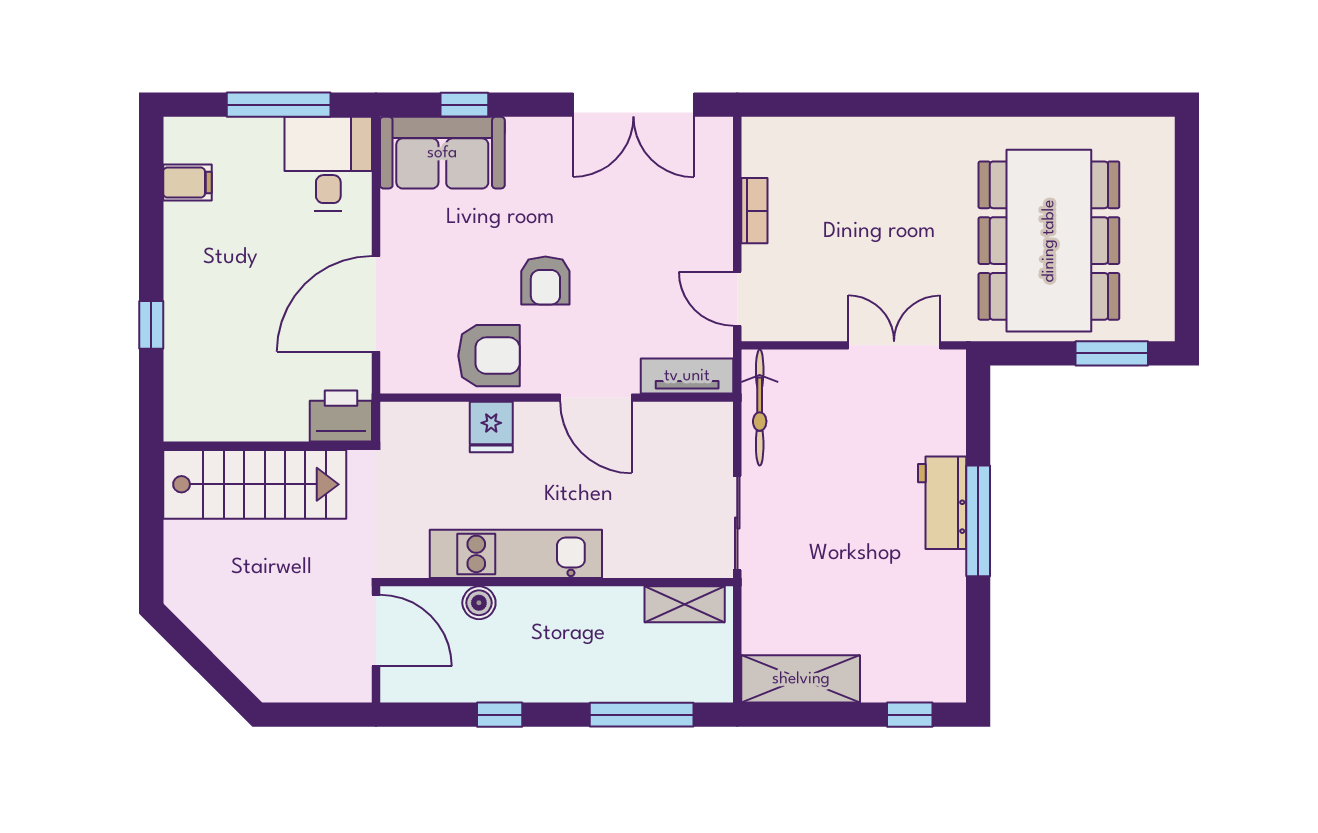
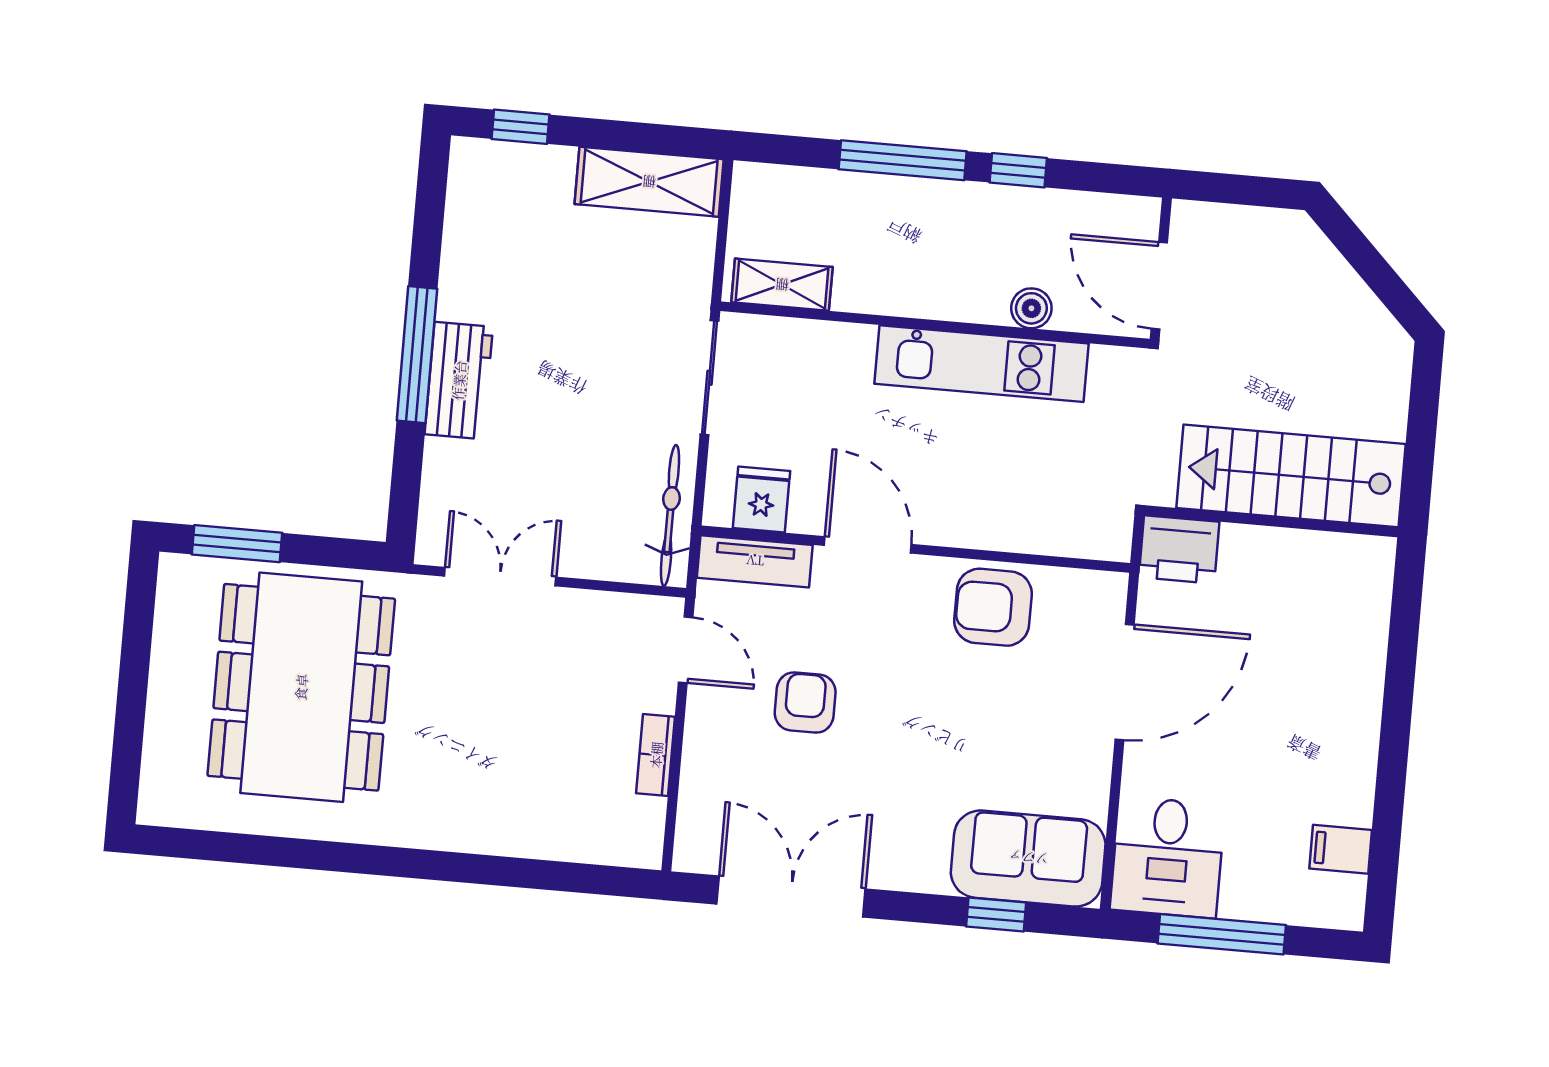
armchair: (545, 280) -> (805, 702), moved
window: (151, 325) -> (1400, 680), removed
double door: (894, 345) -> (500, 577), swing flipped
fridge: (491, 427) -> (761, 500), moved
window: (642, 715) -> (903, 160), moved

